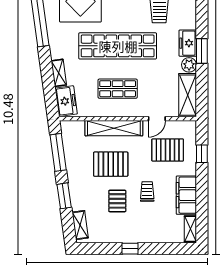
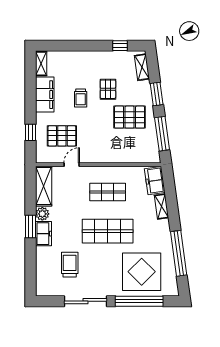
shop shelf: (118, 46) -> (108, 231), width x0.71
shelving: (114, 128) -> (111, 156), removed
pallet: (111, 164) -> (130, 117), moved
window: (130, 249) -> (120, 46), moved

